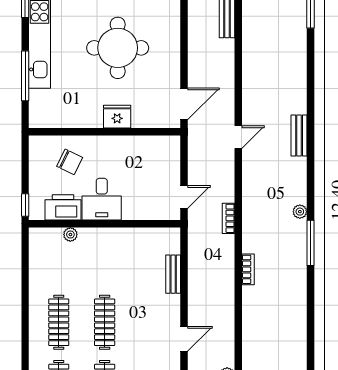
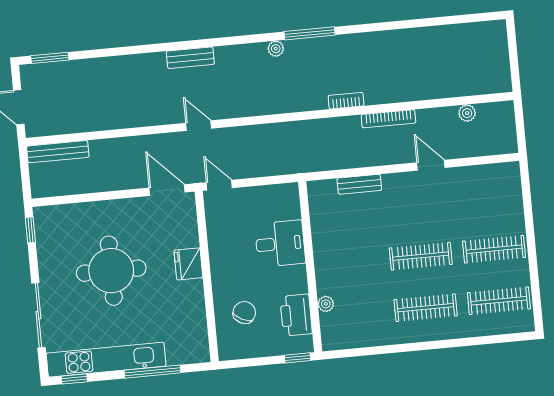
door: (184, 197) -> (219, 185), moved
desk: (102, 199) -> (280, 244), moved
bookcase: (229, 218) -> (388, 119), moved, width x1.56

